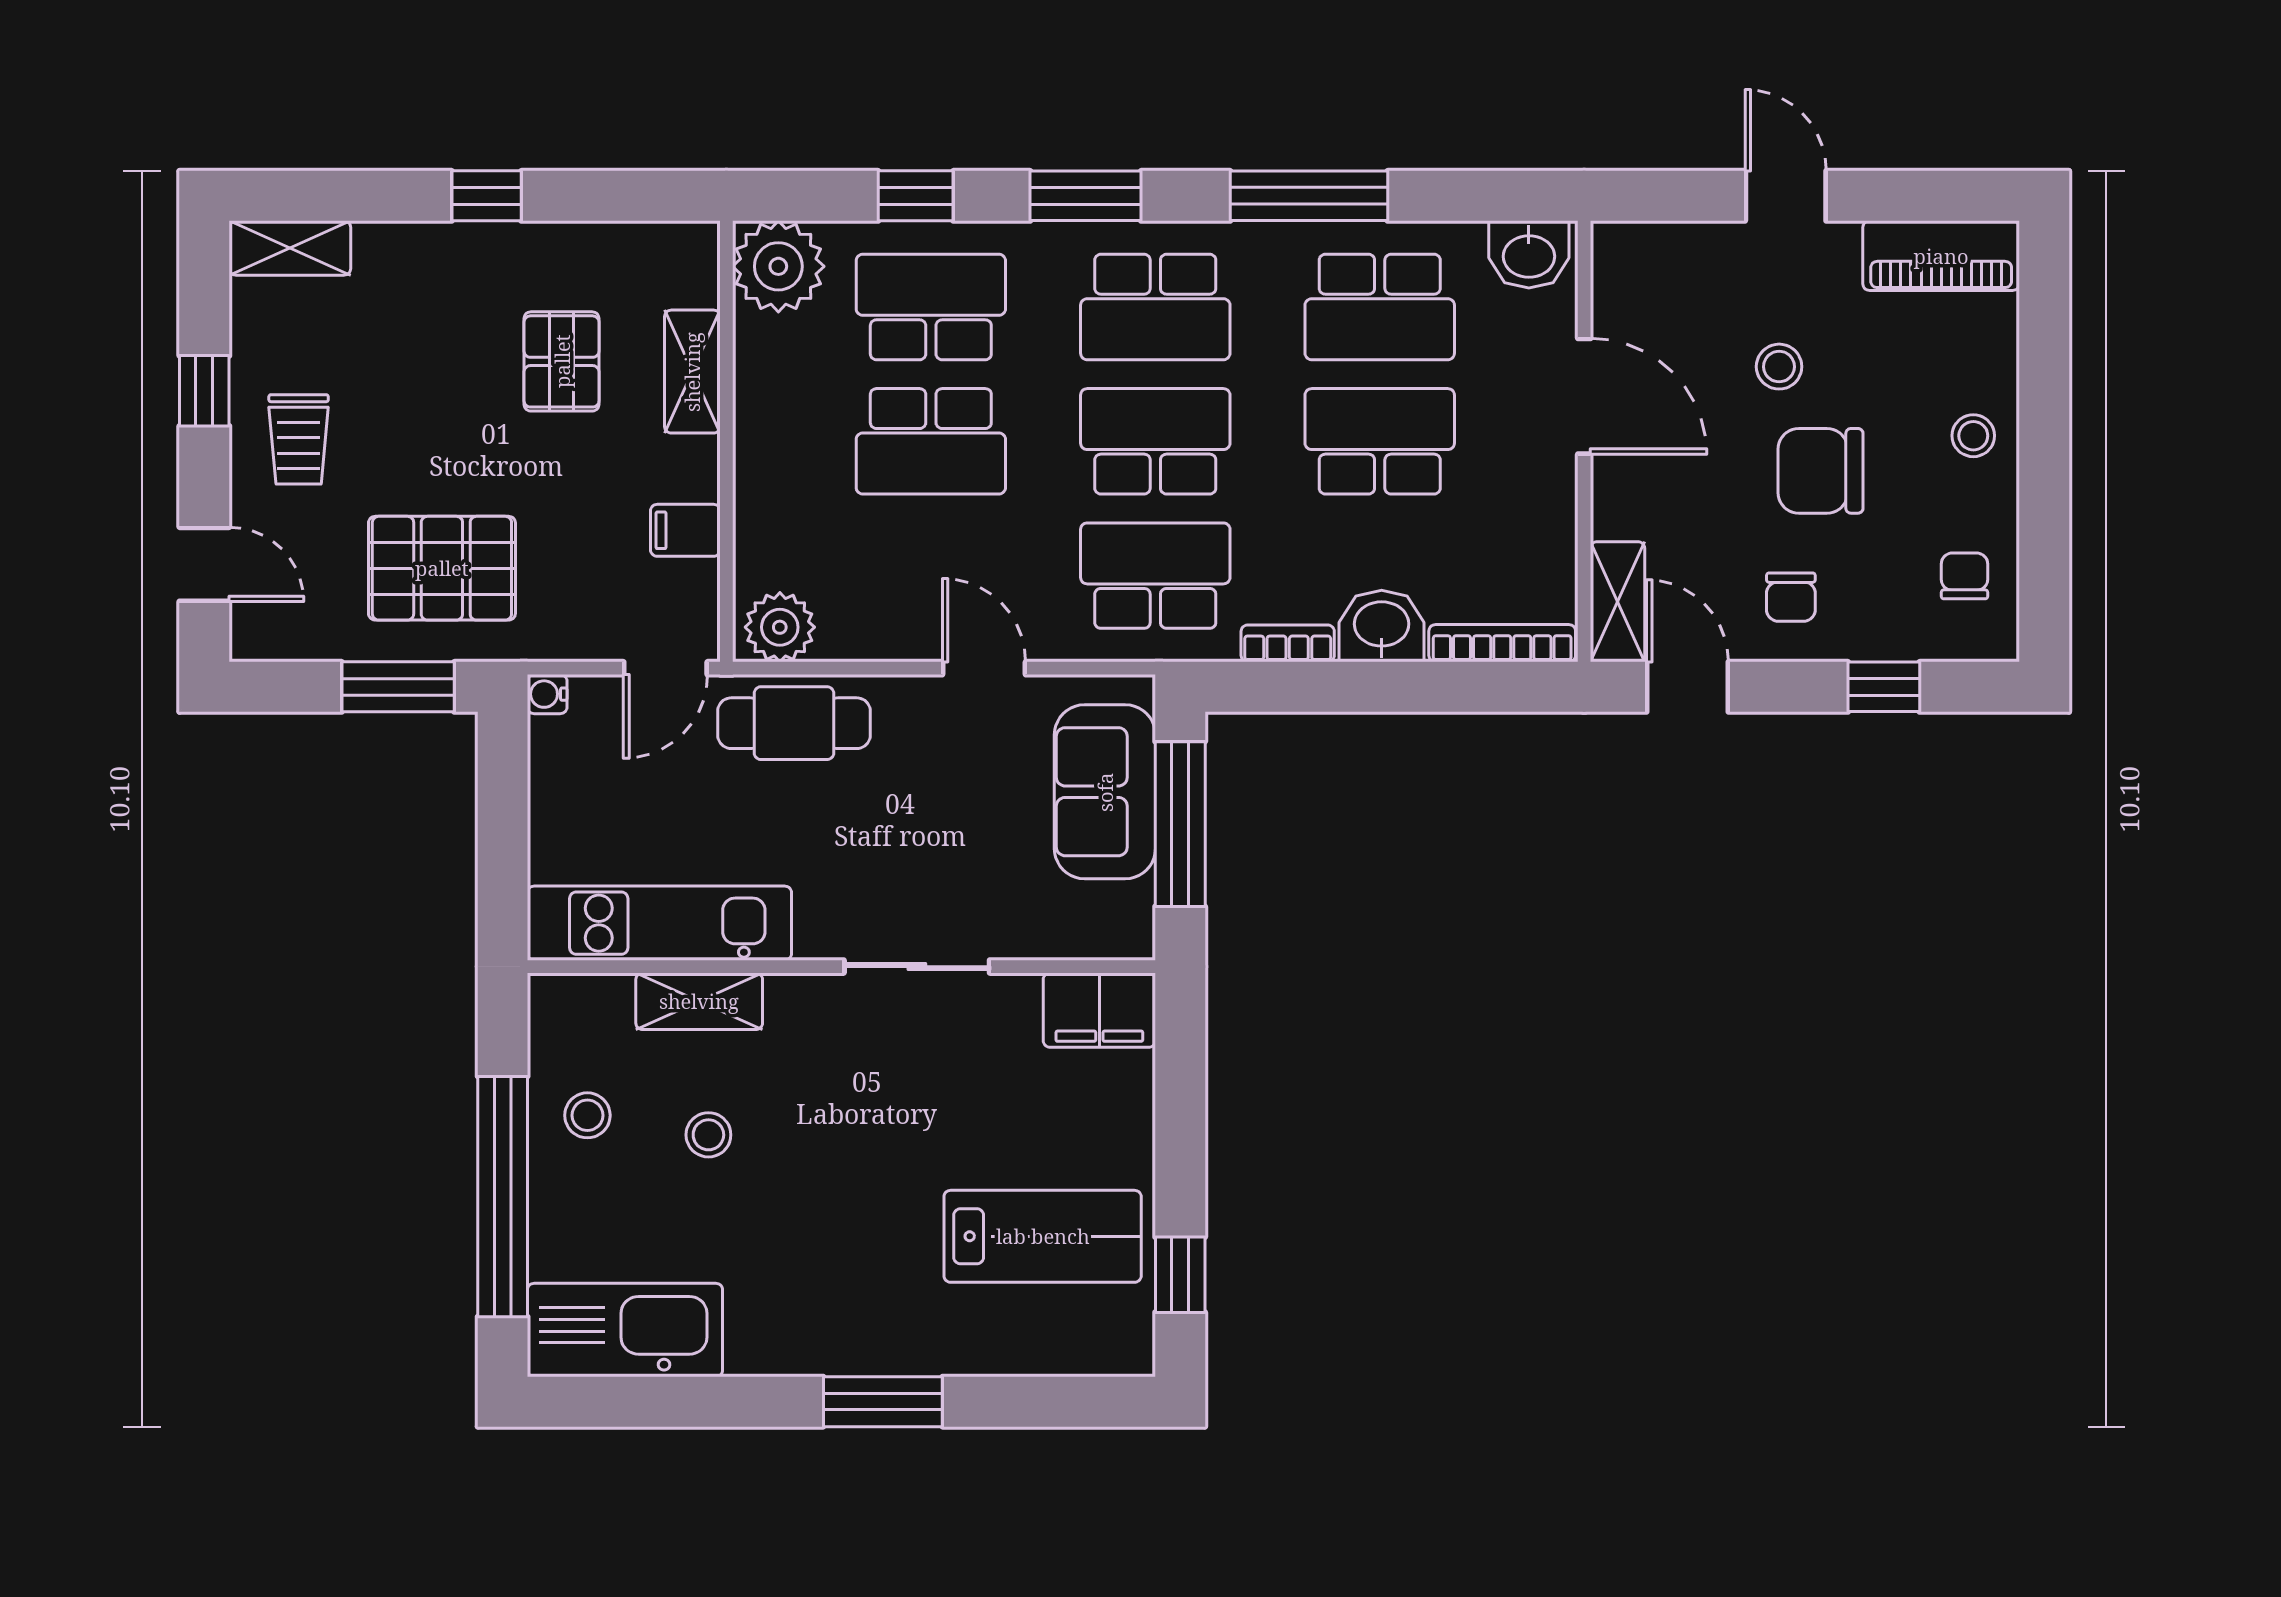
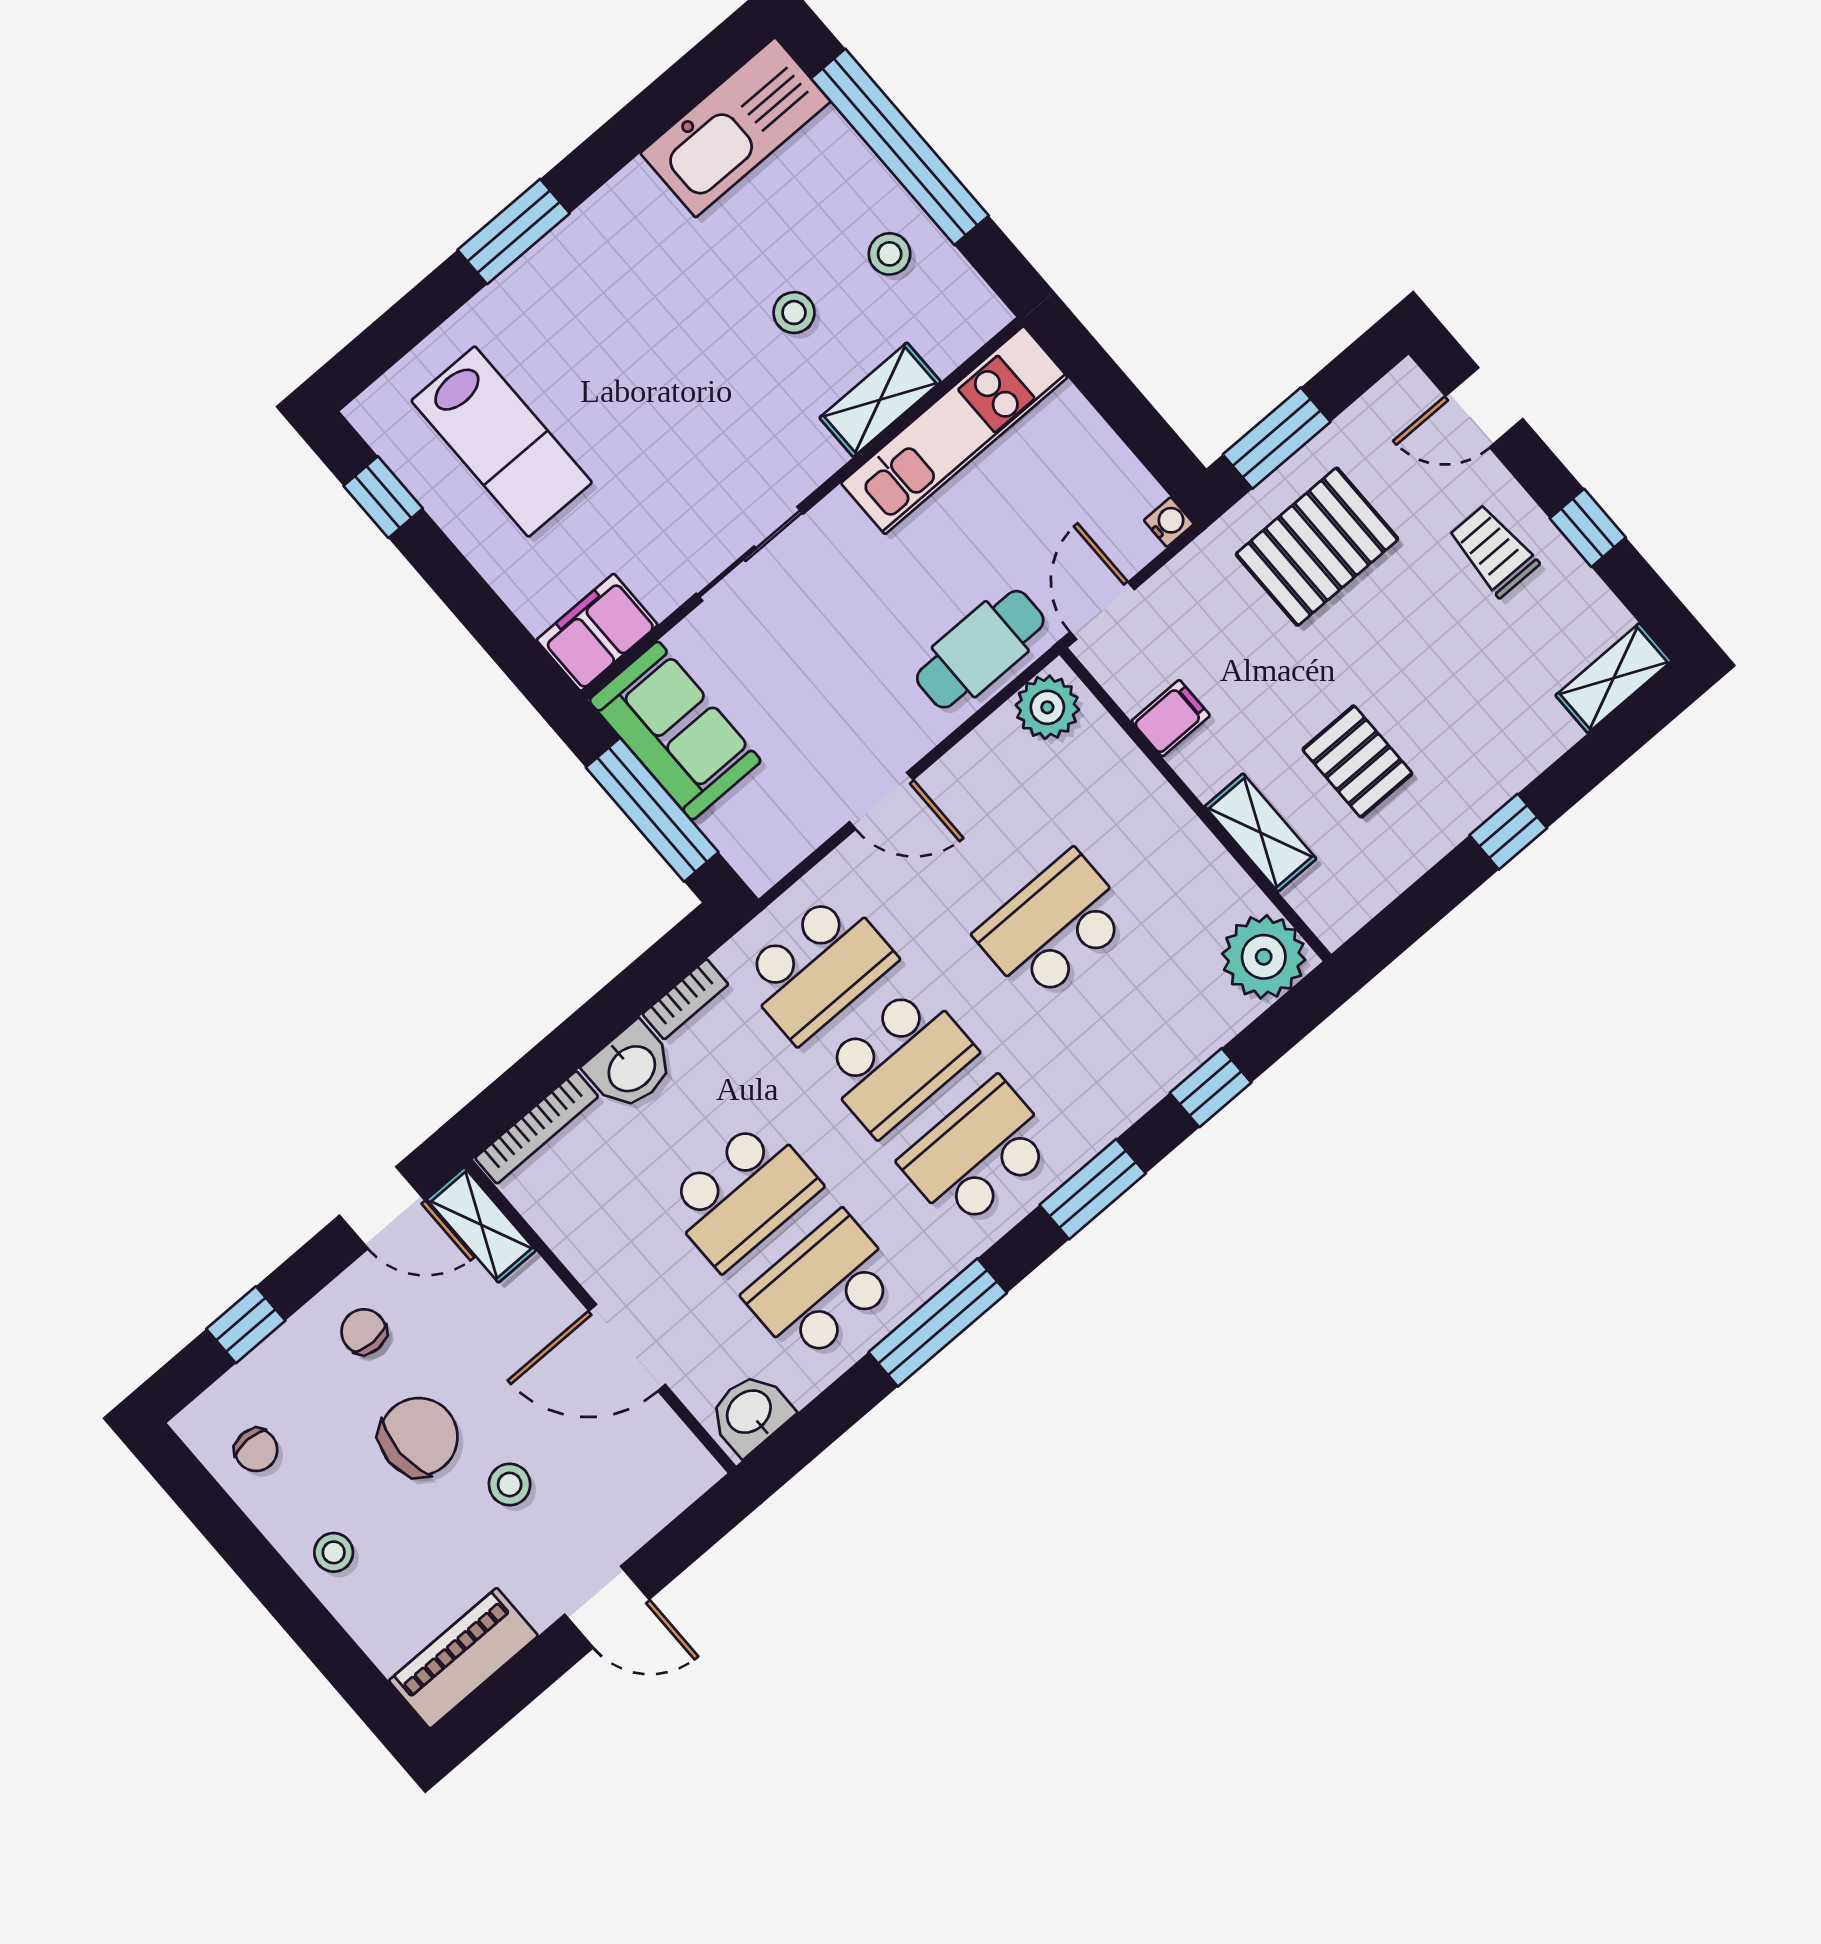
school desk: (931, 307) -> (1134, 1020), removed
sofa: (1105, 792) -> (675, 731), moved
lab bench: (1043, 1236) -> (502, 442), turned -90

